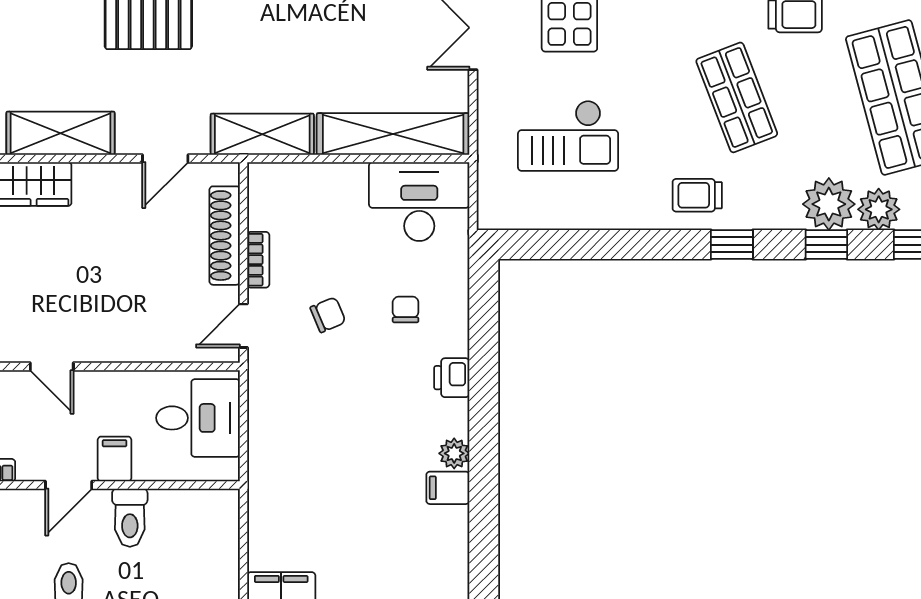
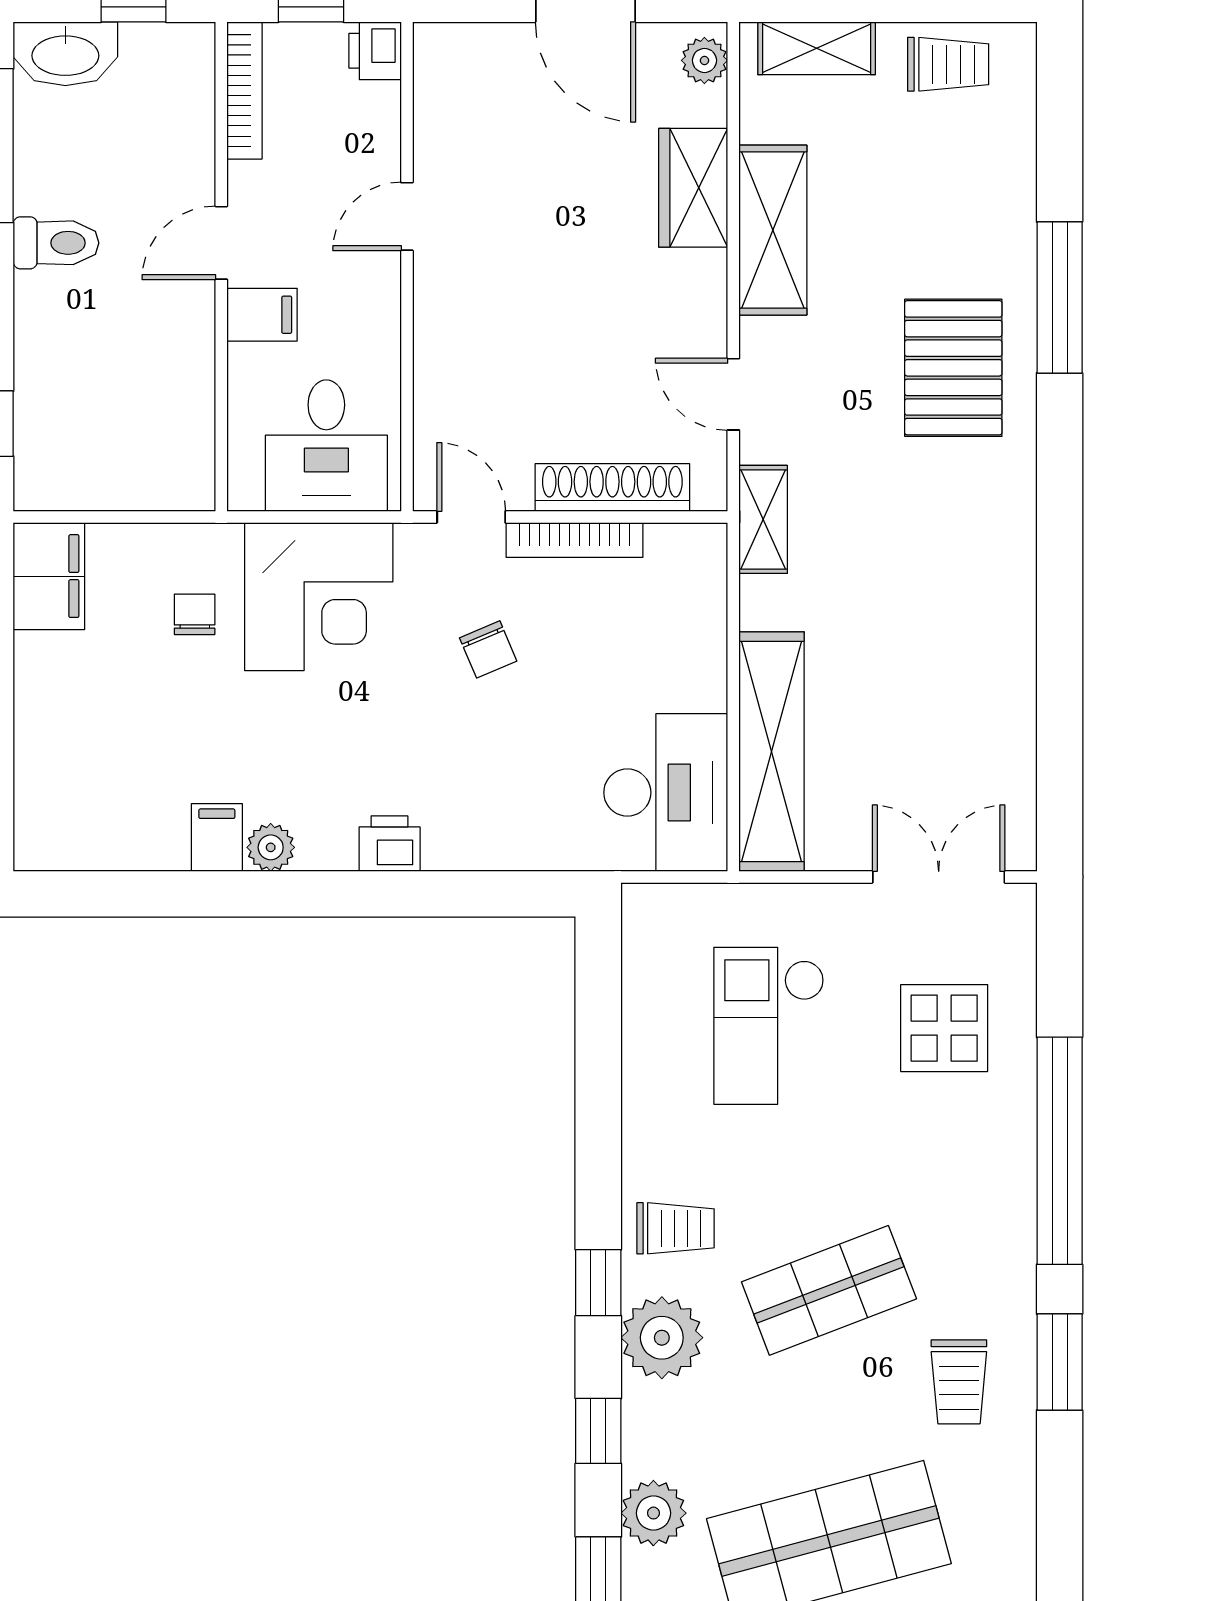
shelving: (262, 134) -> (763, 519), width x0.67, depth x0.75
trolley: (697, 195) -> (676, 1228), turned 90
plant: (829, 204) -> (662, 1338), moved
bookcase: (258, 260) -> (575, 540), width x1.56
chair: (406, 309) -> (195, 614), moved, turned -90
corner desk: (294, 423) -> (319, 597), added
door: (69, 485) -> (221, 243), hinge flipped
toilet: (130, 518) -> (170, 339), removed

